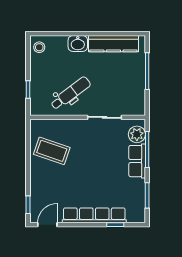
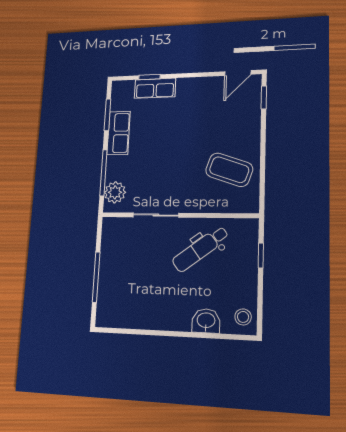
washbasin: (78, 43) -> (206, 321), moved
kitchen counter: (113, 44) -> (138, 317), removed
row of seats: (137, 161) -> (119, 133), moved
row of seats: (94, 215) -> (155, 88), width x0.50

